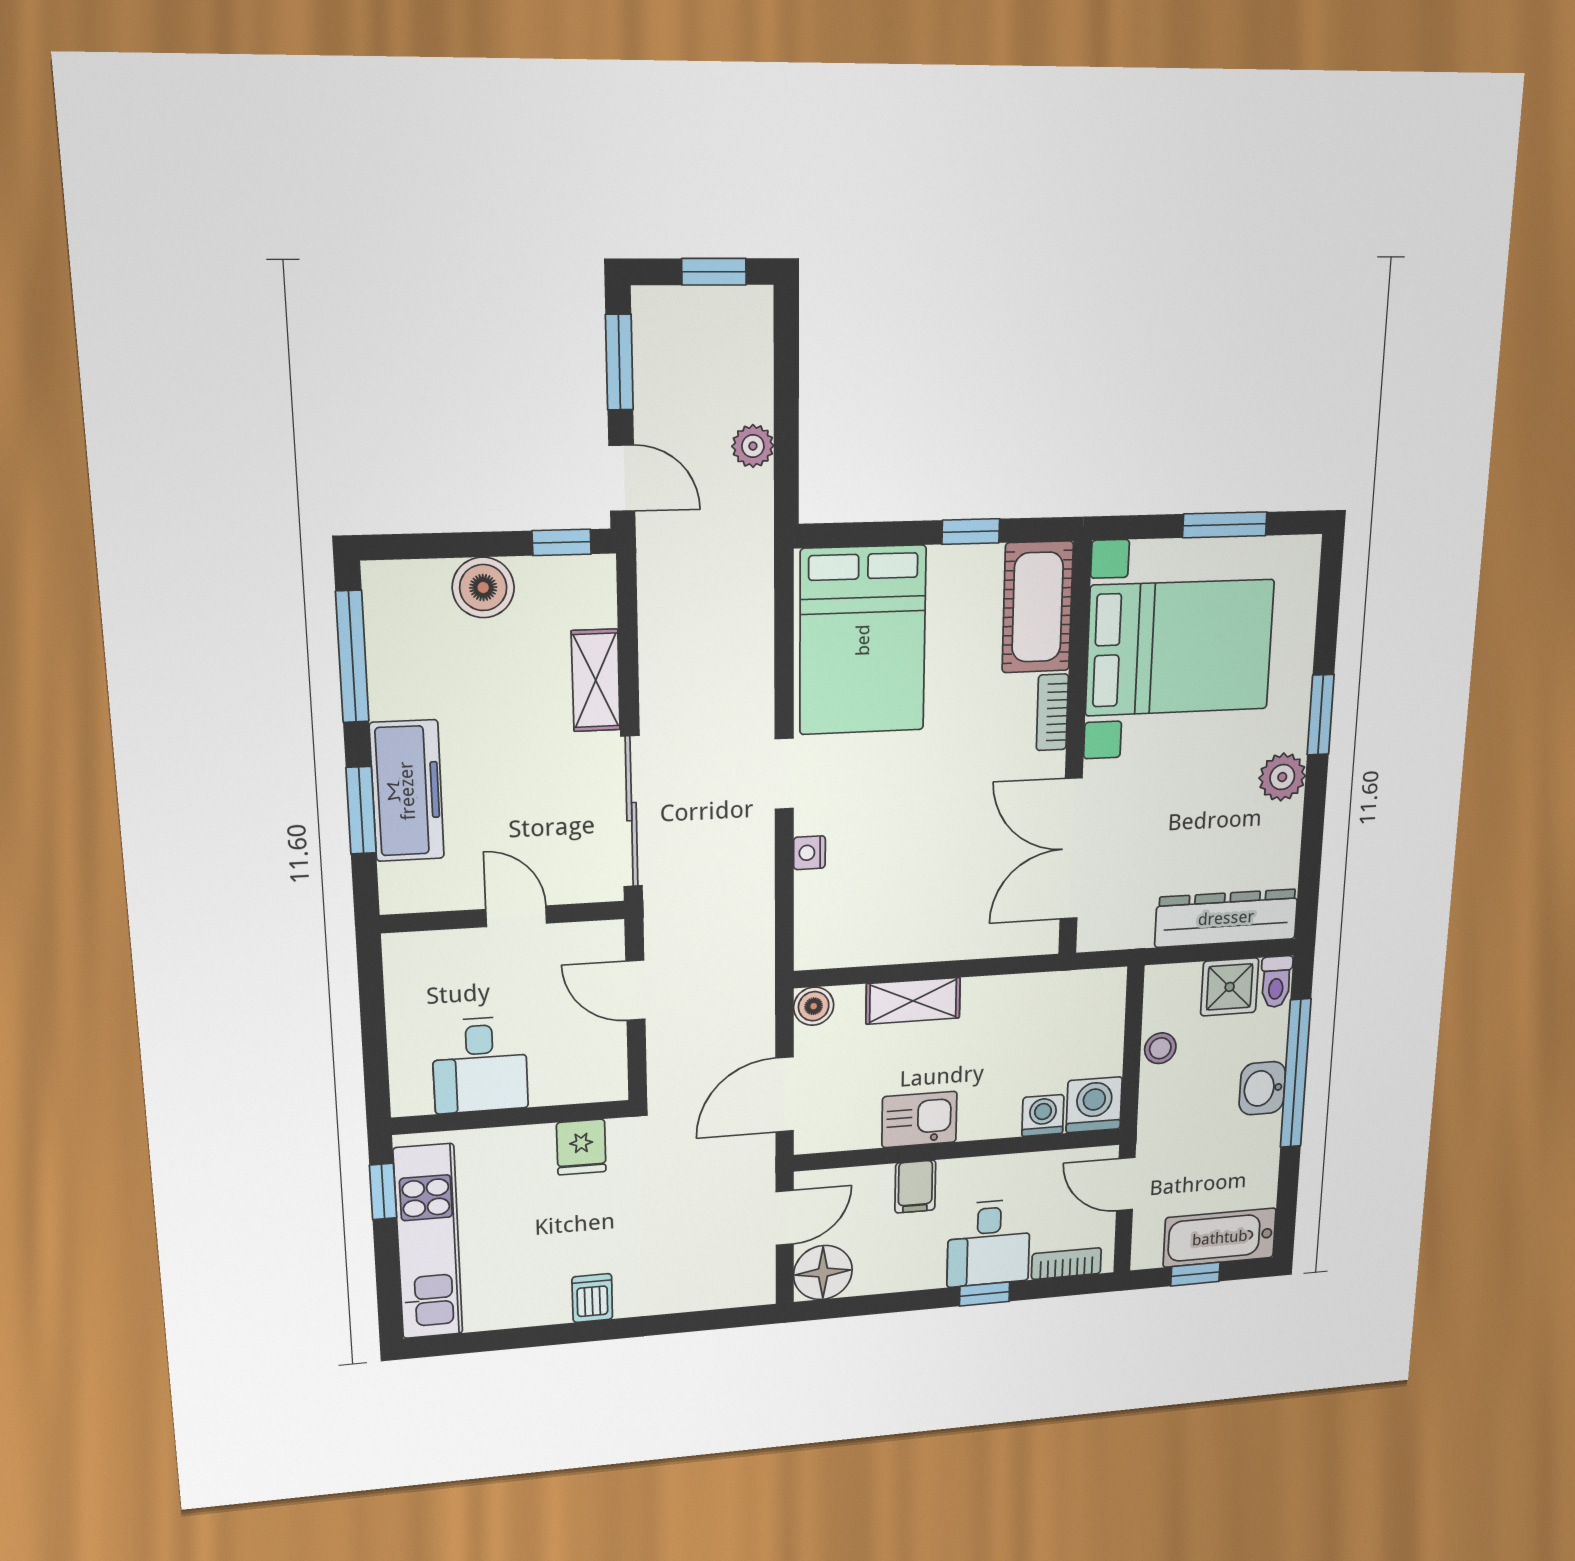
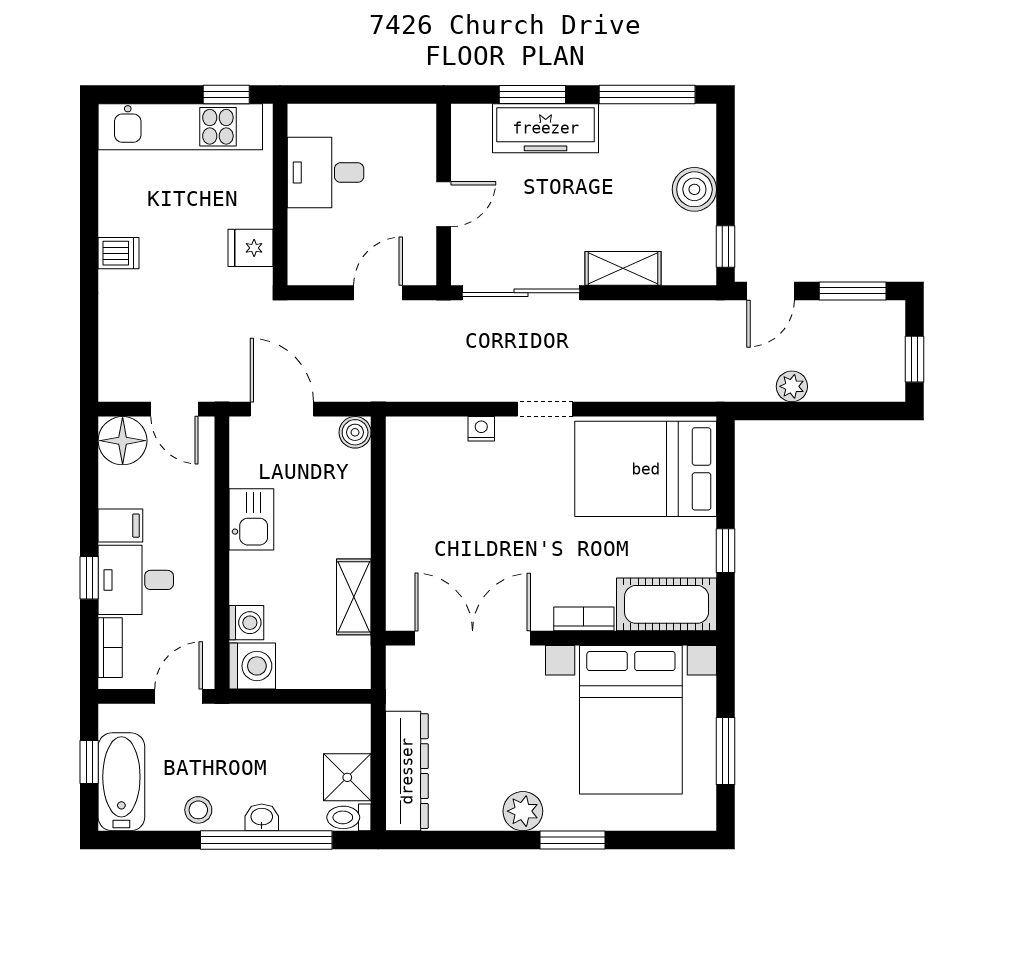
shelving: (913, 1001) -> (354, 597), moved
stool: (1160, 1048) -> (198, 810), moved
washbasin: (1262, 1088) -> (262, 817), width x0.72, depth x0.69
filing cabinet: (915, 1187) -> (120, 526), moved, turned 180

